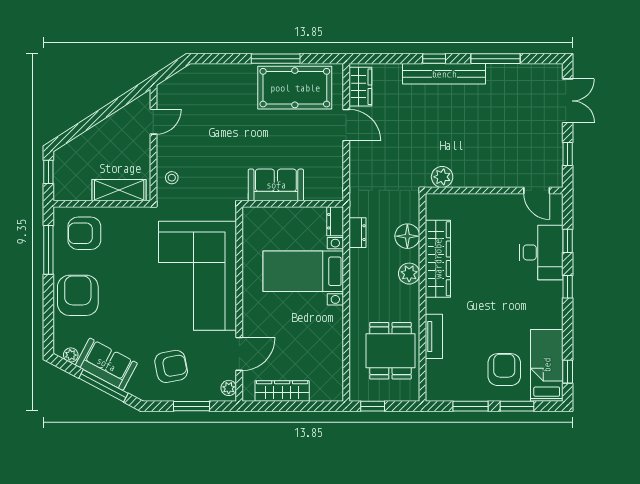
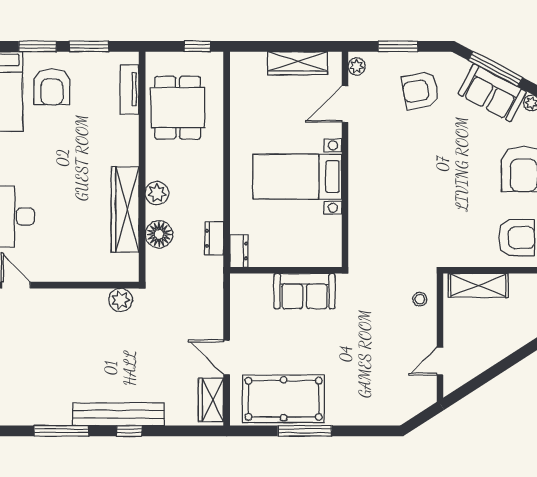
bed with nightstands: (303, 271) -> (297, 177), moved, turned 180
corner sofa: (198, 276) -> (391, 191), removed
tv unit: (434, 336) -> (130, 89), moved

